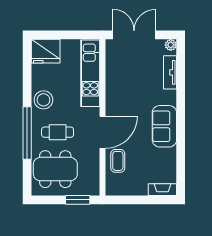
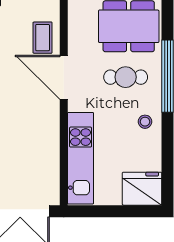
stool: (43, 100) -> (145, 122), width x0.53, depth x0.53
door: (102, 132) -> (64, 77), hinge flipped

